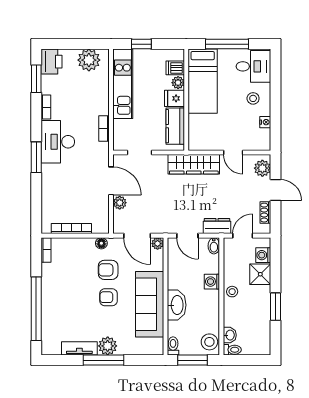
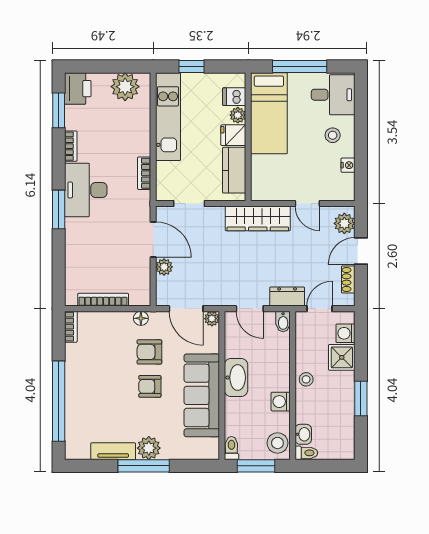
door: (275, 190) -> (361, 251), swing flipped
washing machine: (212, 282) -> (281, 402), moved
washbasin: (177, 305) -> (236, 377), moved

